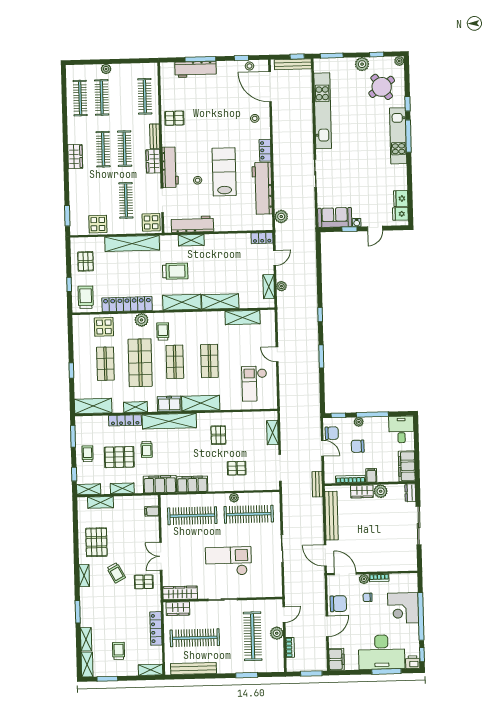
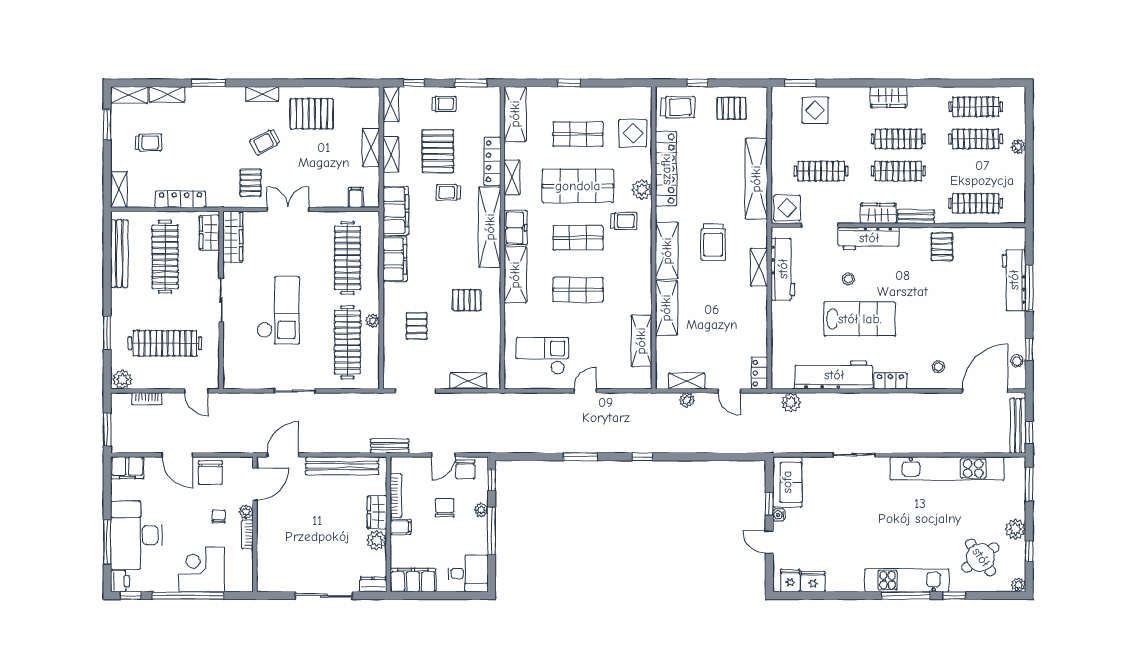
display table: (98, 224) -> (815, 110), moved
shelving: (101, 502) -> (371, 148), moved
plant: (277, 633) -> (122, 379), moved

